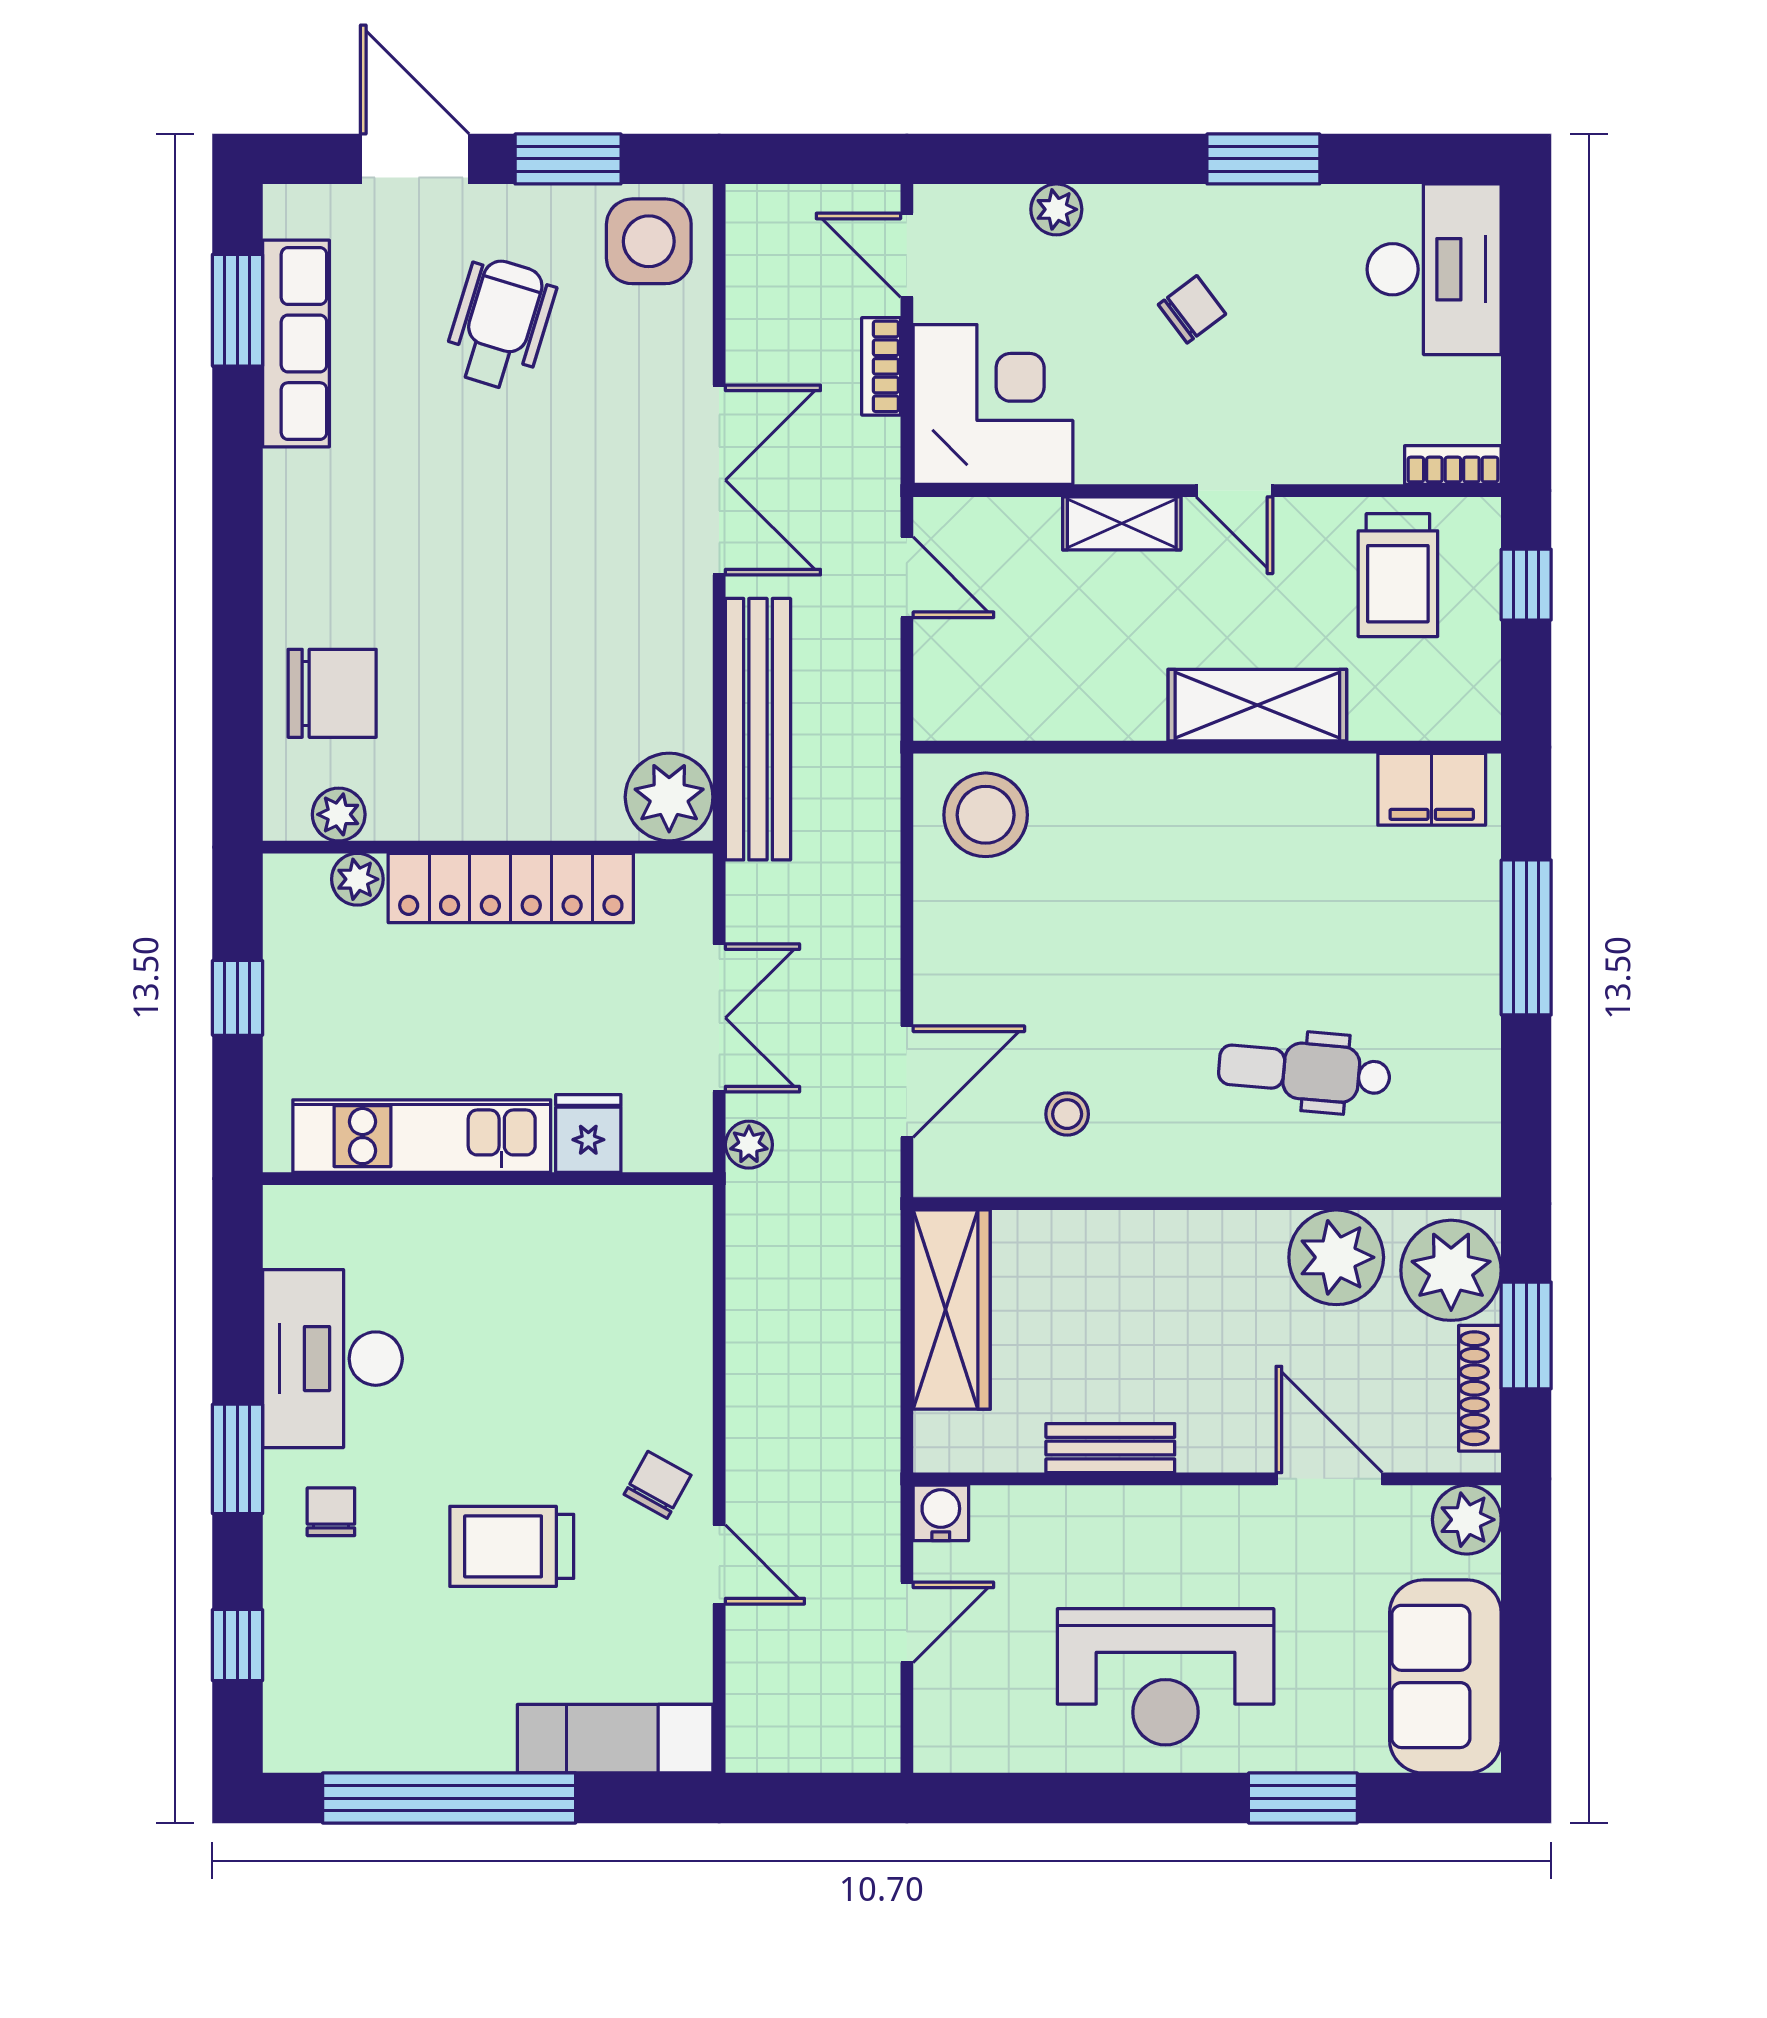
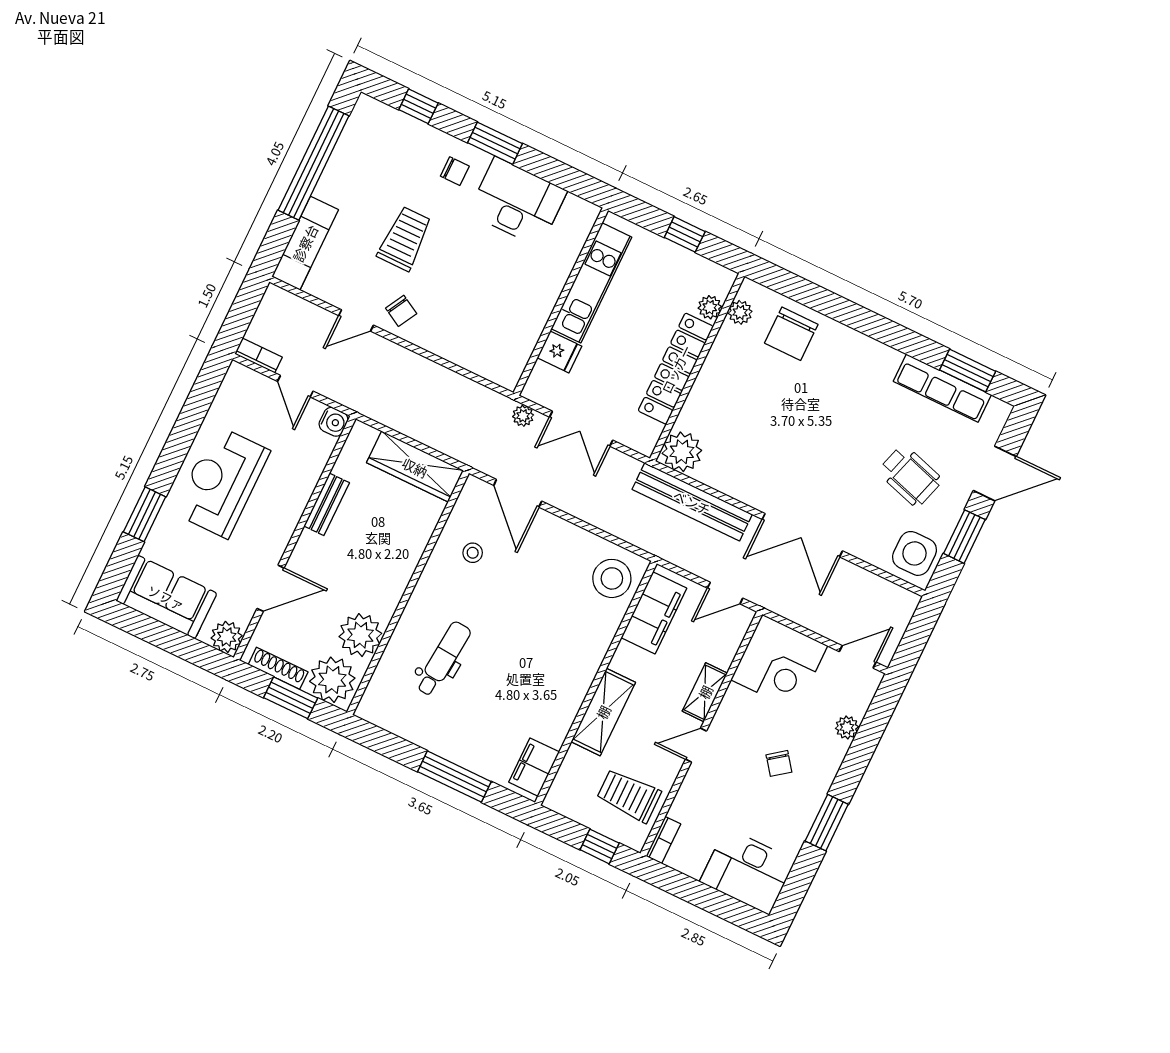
bookcase: (881, 366) -> (258, 355), moved
filing cabinet: (1014, 699) -> (654, 613), added

